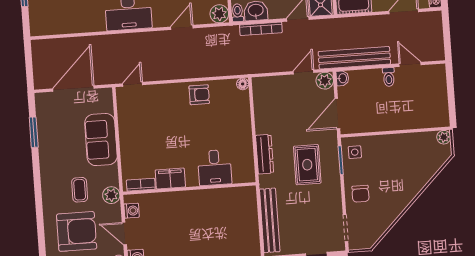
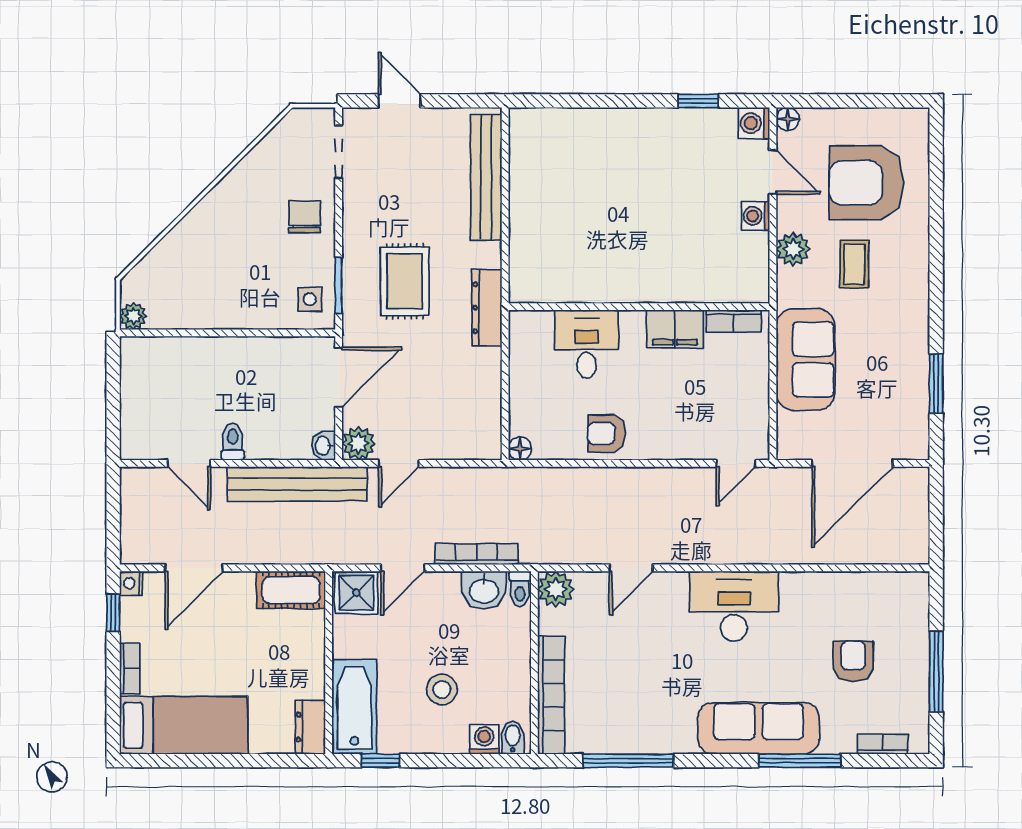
desk: (215, 168) -> (587, 344), moved
filing cabinet: (170, 179) -> (675, 329), moved
bookcase: (141, 185) -> (734, 321), moved
wall: (189, 188) -> (639, 307), moved

